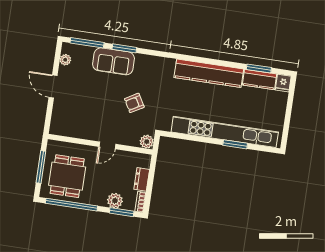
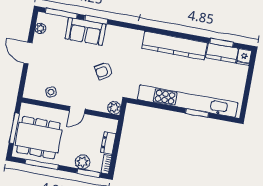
side table: (79, 127) -> (51, 92), added
dining table: (67, 176) -> (38, 138), width x1.38
window: (71, 205) -> (42, 164), width x0.68

